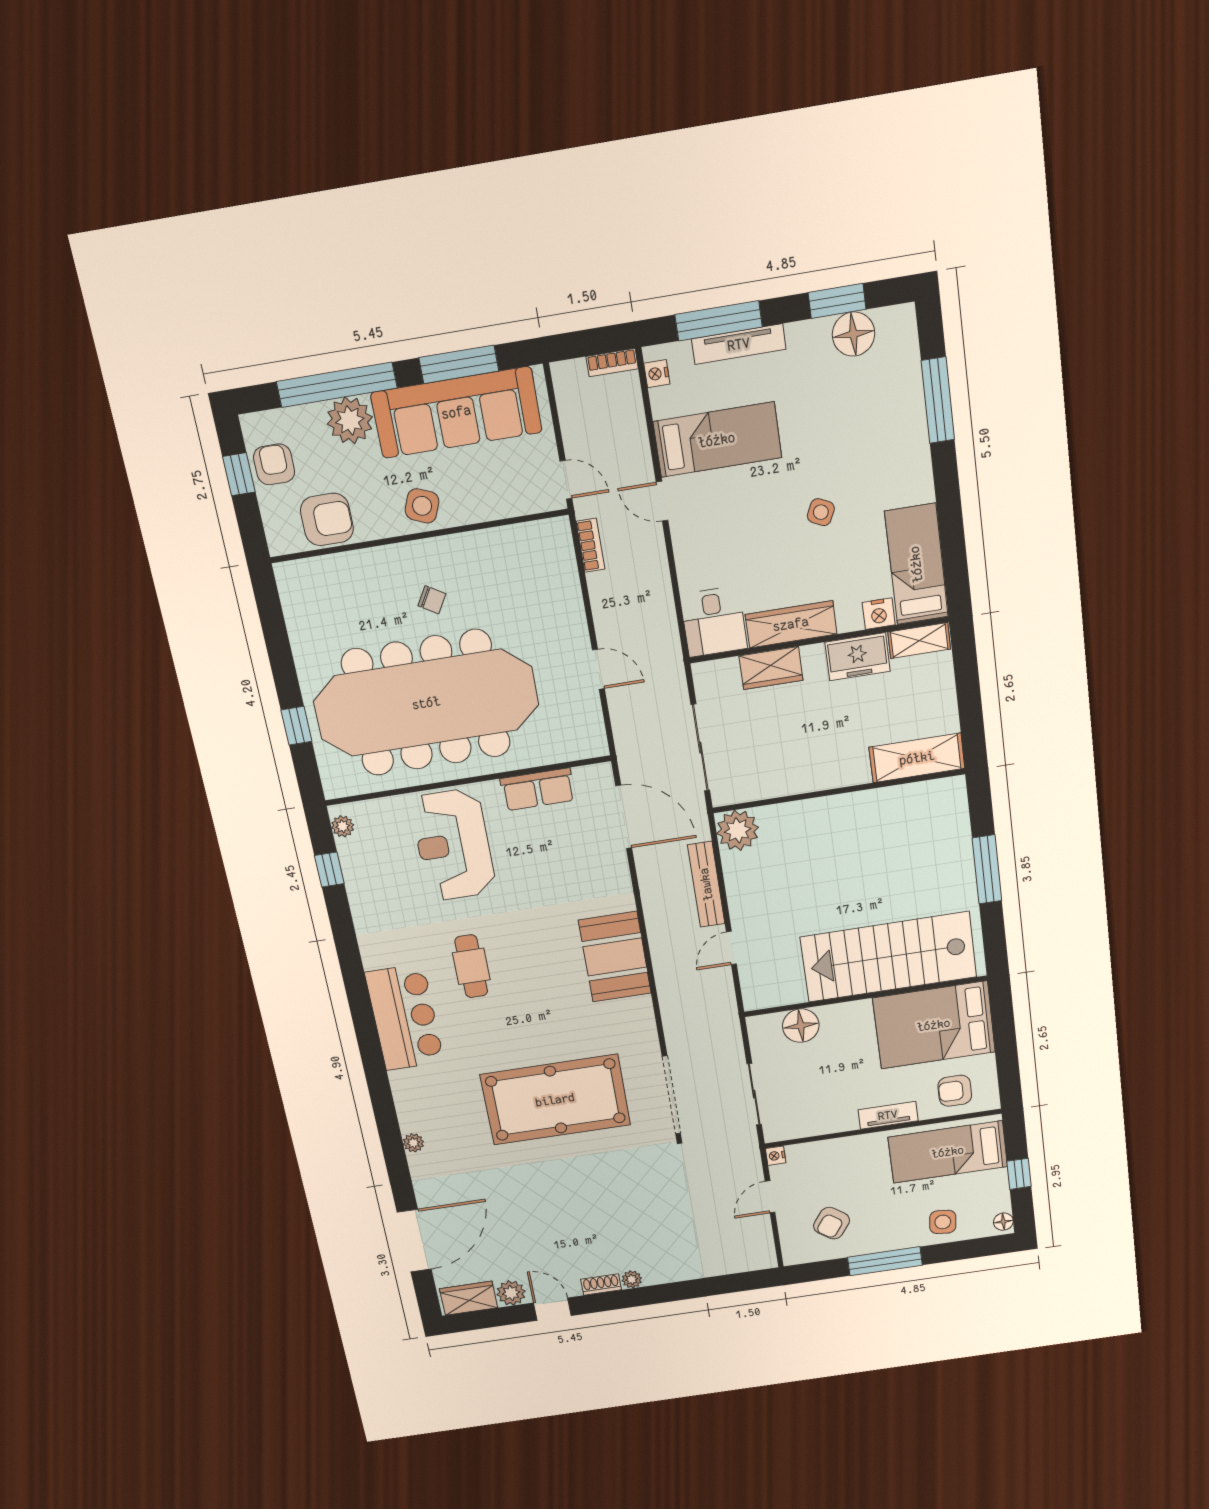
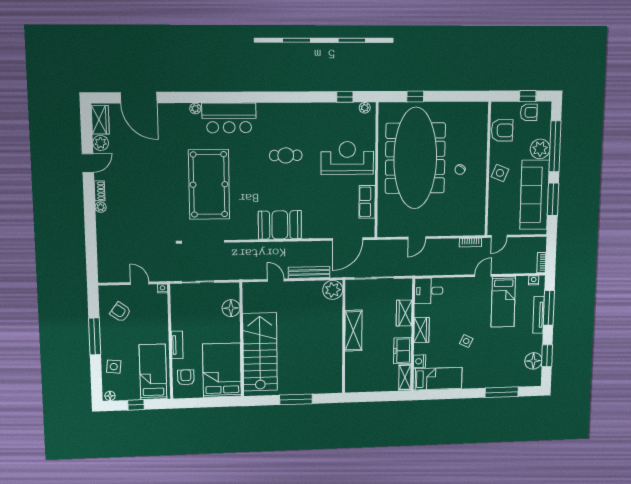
armchair: (327, 519) -> (502, 130), turned -90
wardrobe: (791, 624) -> (421, 330), width x0.67
shelving: (917, 758) -> (353, 331), moved
bar counter: (405, 1017) -> (229, 118), moved

